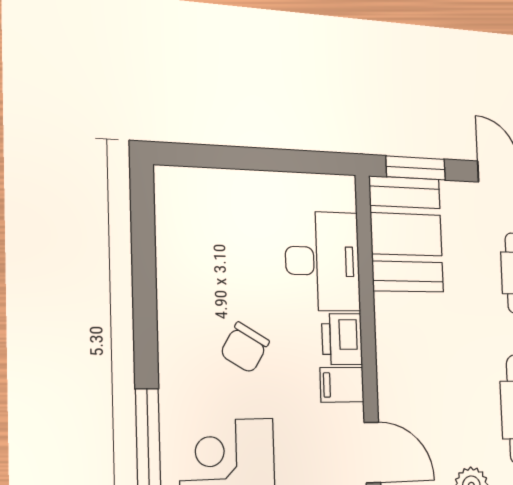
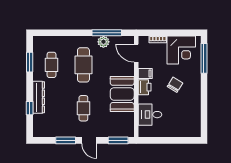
booth: (406, 234) -> (122, 94), moved
desk: (323, 261) -> (150, 115), width x0.73

